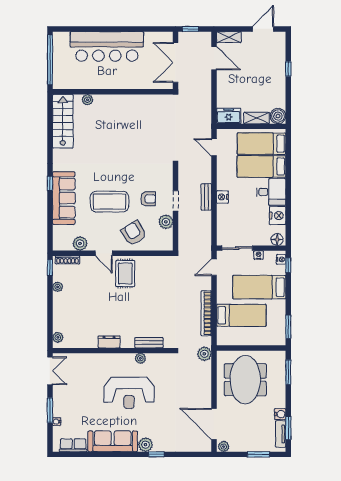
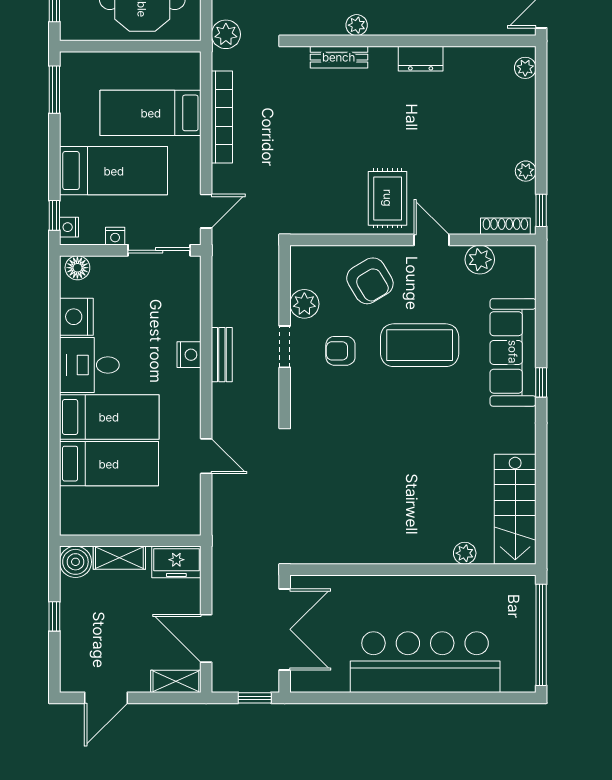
freezer: (229, 116) -> (176, 562), moved
boiler: (278, 116) -> (75, 562), moved
shelving: (257, 118) -> (119, 558), moved
wall: (251, 126) -> (130, 541), moved

